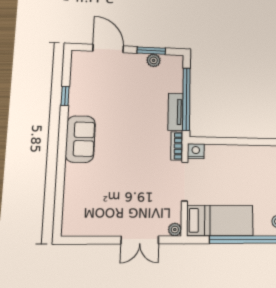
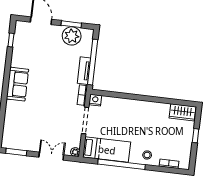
plant: (154, 60) -> (72, 36), width x1.87, depth x1.87
window: (65, 96) -> (11, 40), moved
window: (86, 240) -> (16, 152), added
double door: (140, 240) -> (51, 156), swing flipped

